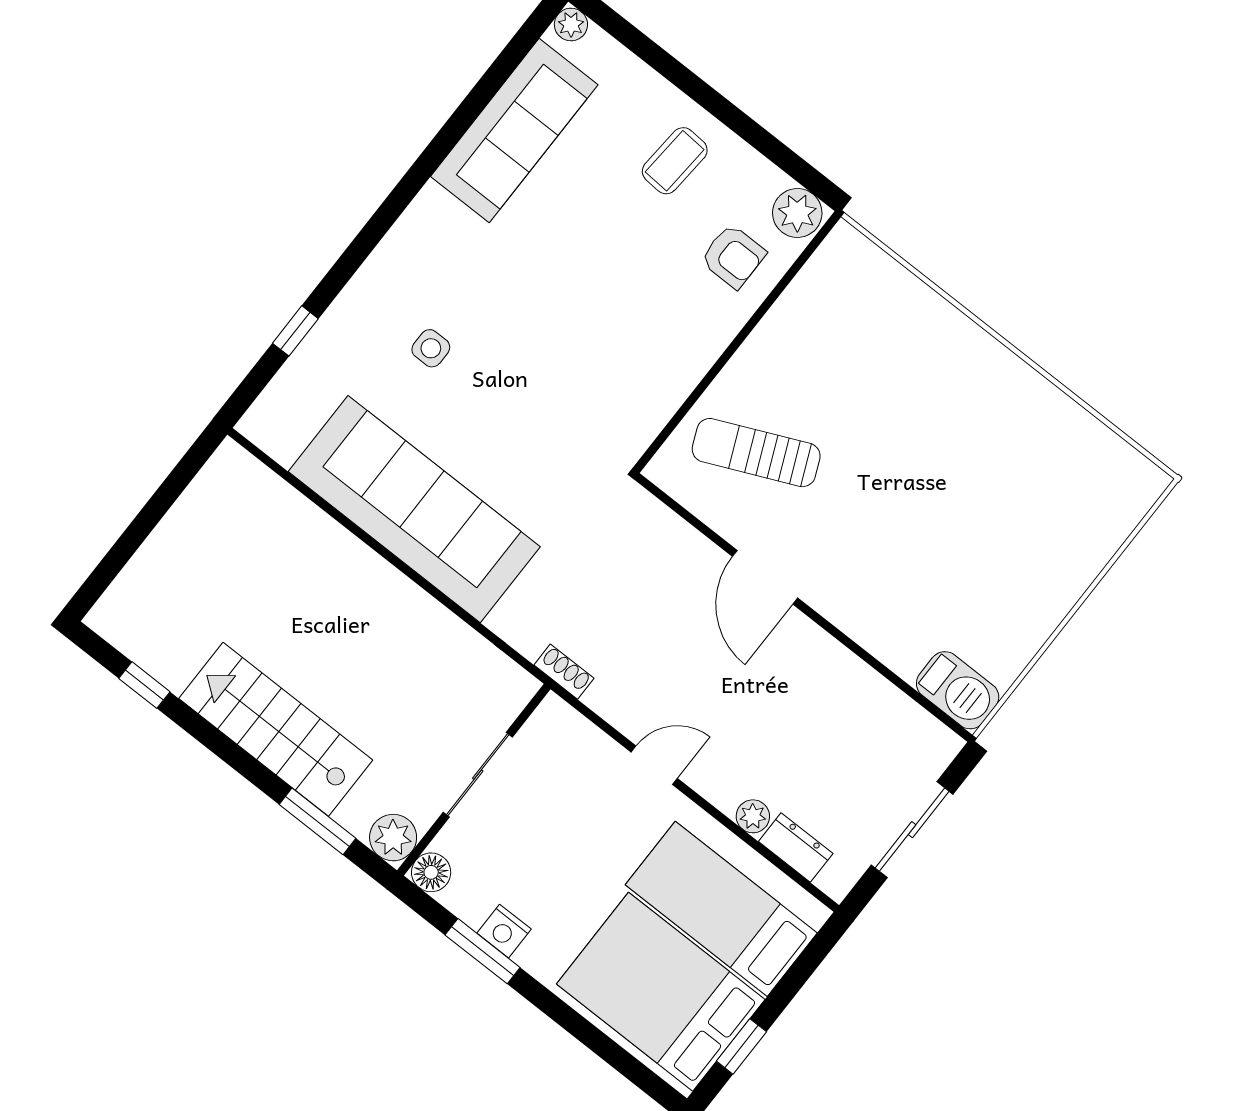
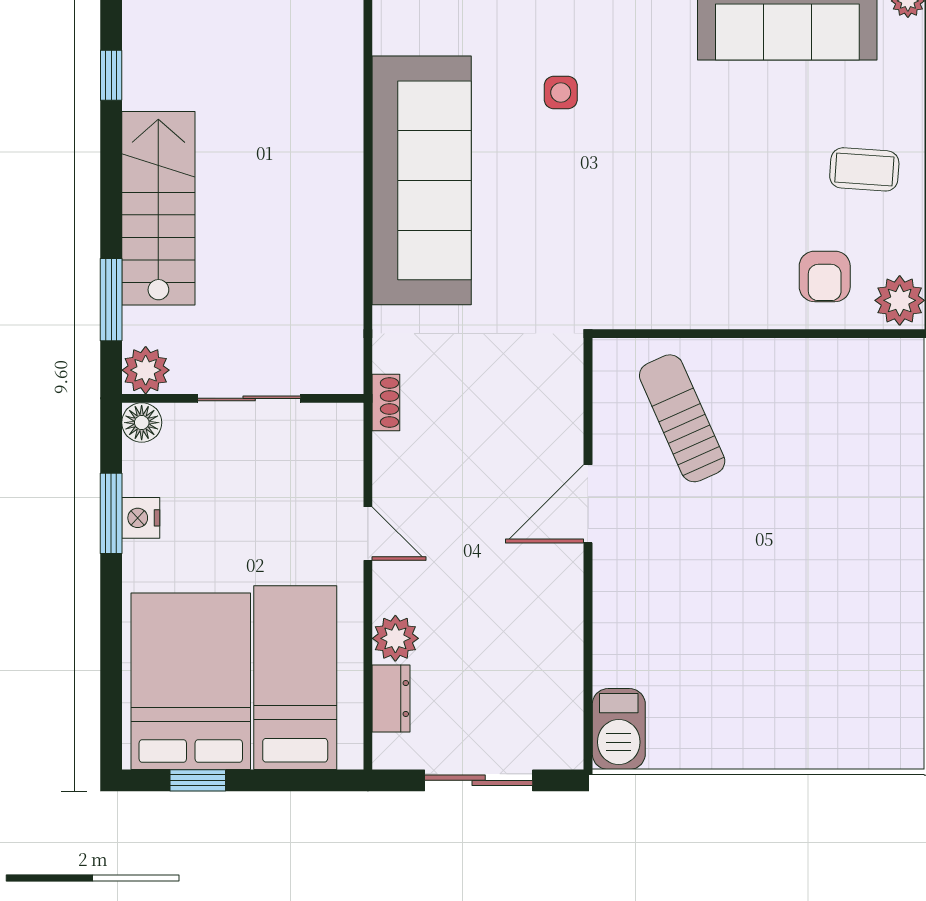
plant: (753, 816) -> (395, 638), width x1.38, depth x1.38

